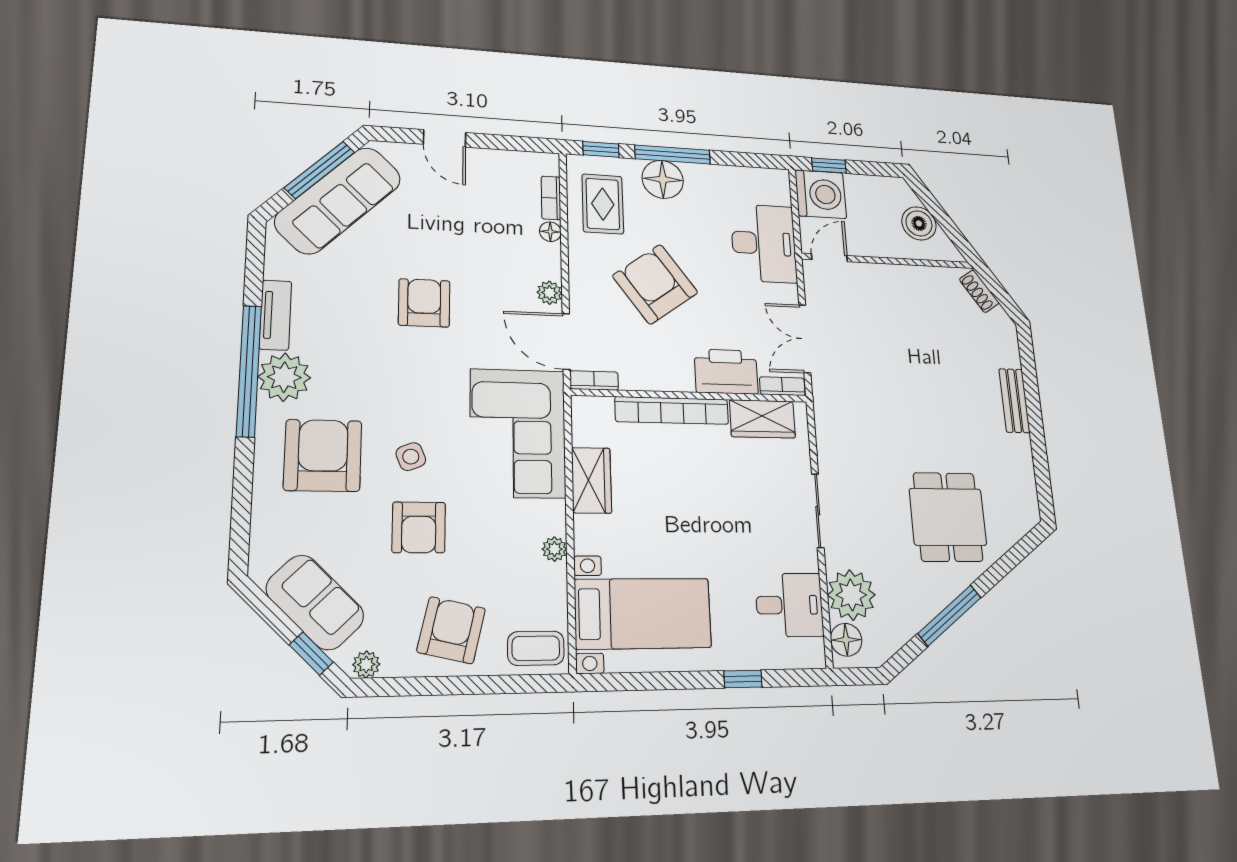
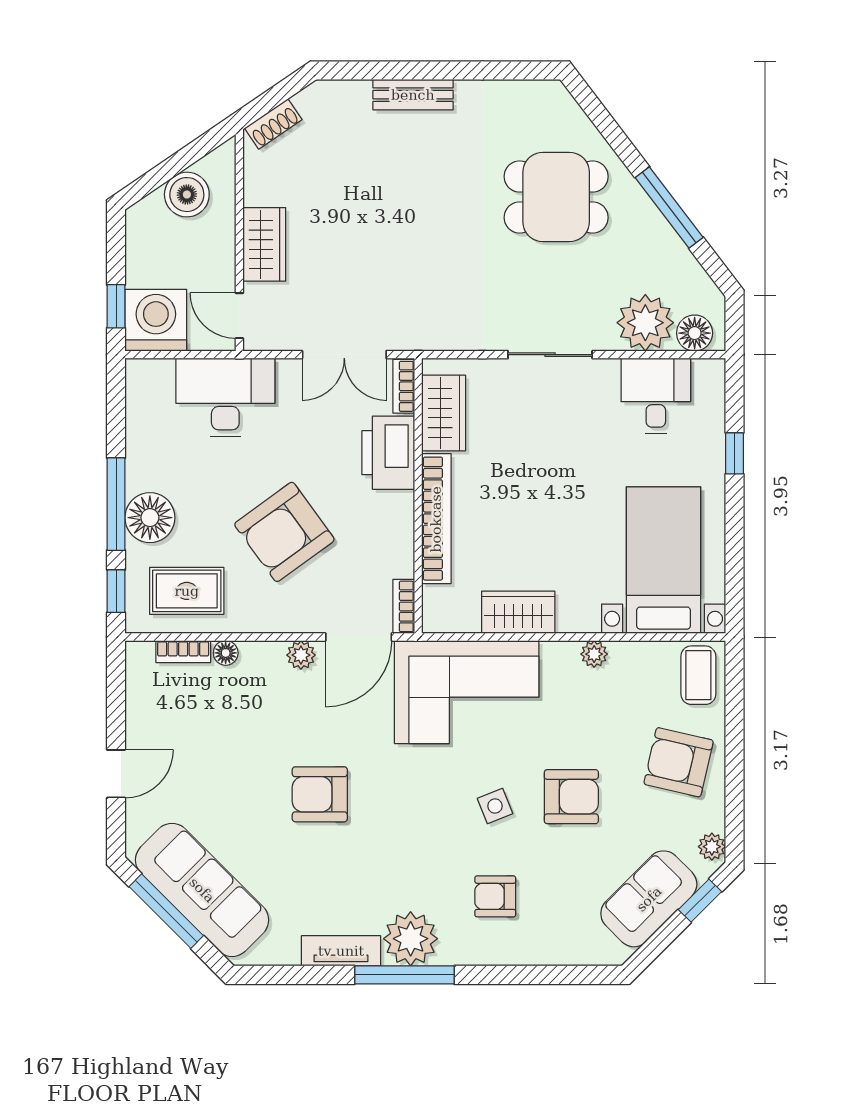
wardrobe: (887, 280) -> (264, 244), added
window: (249, 371) -> (405, 975), width x0.68
armchair: (323, 455) -> (495, 896), width x0.53, depth x0.53

